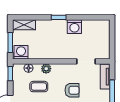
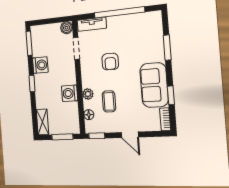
window: (95, 17) -> (29, 43), added
washing machine: (21, 52) -> (70, 93), moved
boiler: (105, 54) -> (67, 28), added
armchair: (72, 90) -> (110, 62), turned 180

